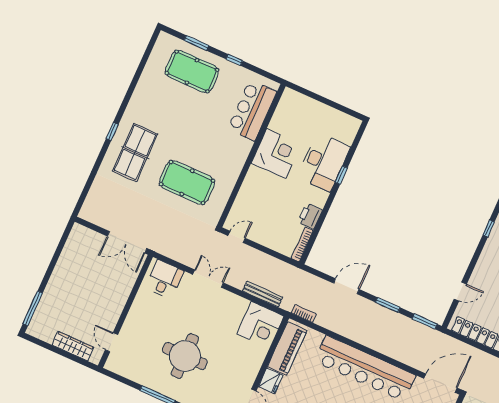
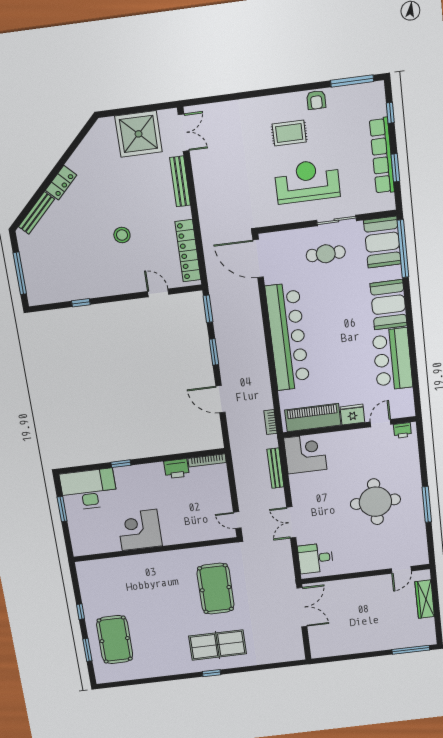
window: (332, 104) -> (62, 509), added
bar counter: (252, 110) -> (115, 572), removed
desk: (324, 162) -> (89, 489), moved

